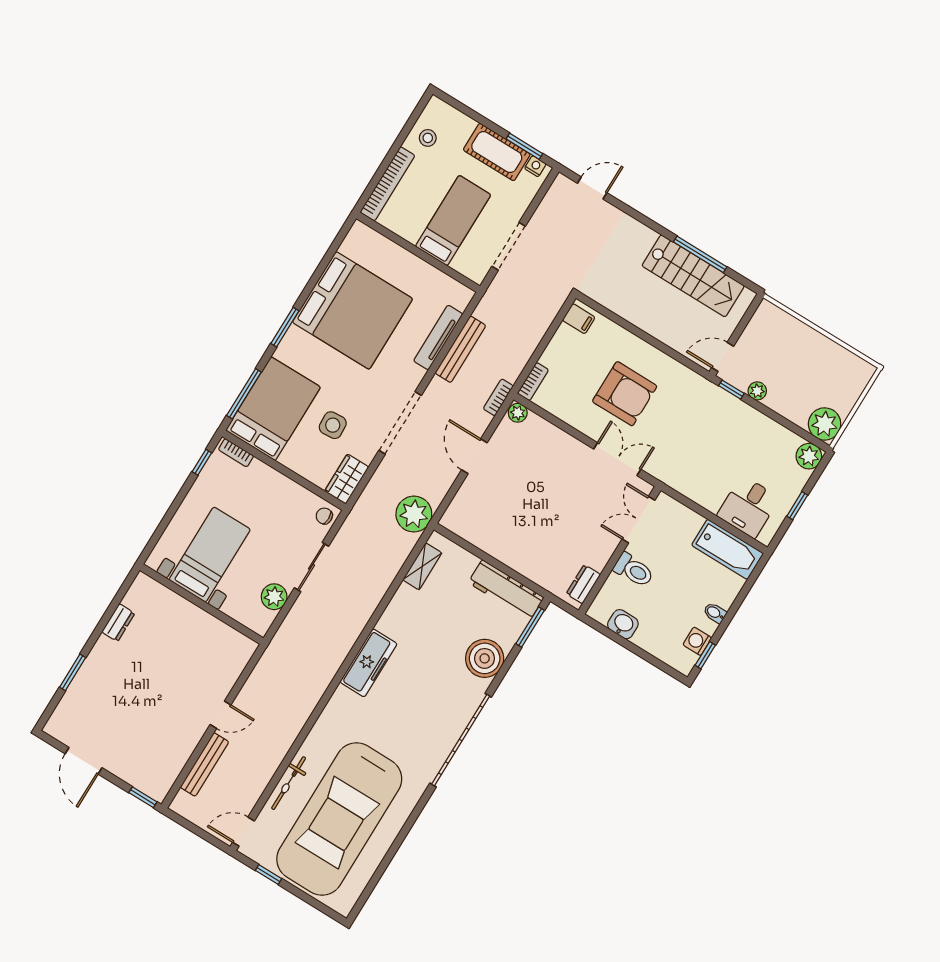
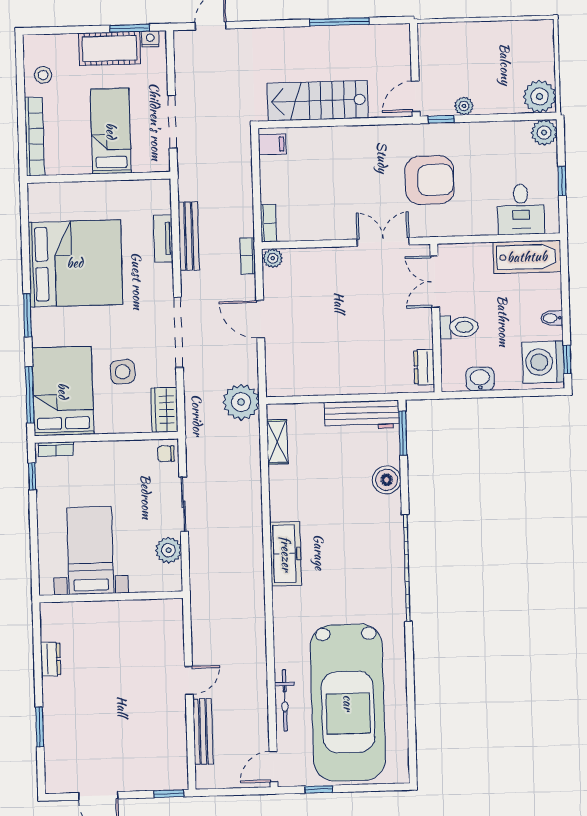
stairs: (693, 276) -> (318, 101), moved, turned 180
tv unit: (438, 337) -> (163, 239), width x0.71
armchair: (625, 394) -> (430, 180), moved
washing machine: (697, 641) -> (543, 362), width x1.89, depth x1.89
boiler: (485, 658) -> (387, 480), width x0.73, depth x0.73

